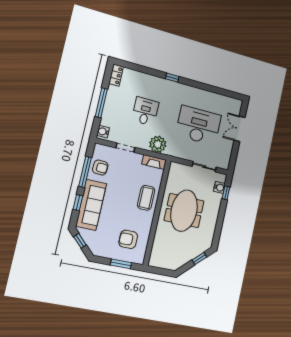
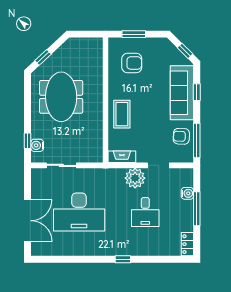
double door: (240, 129) -> (28, 221), width x1.37
water cooler: (103, 132) -> (187, 193), moved
plant: (158, 144) -> (135, 178), moved
window: (85, 172) -> (197, 141), moved
meeting table: (184, 211) -> (61, 97), moved

